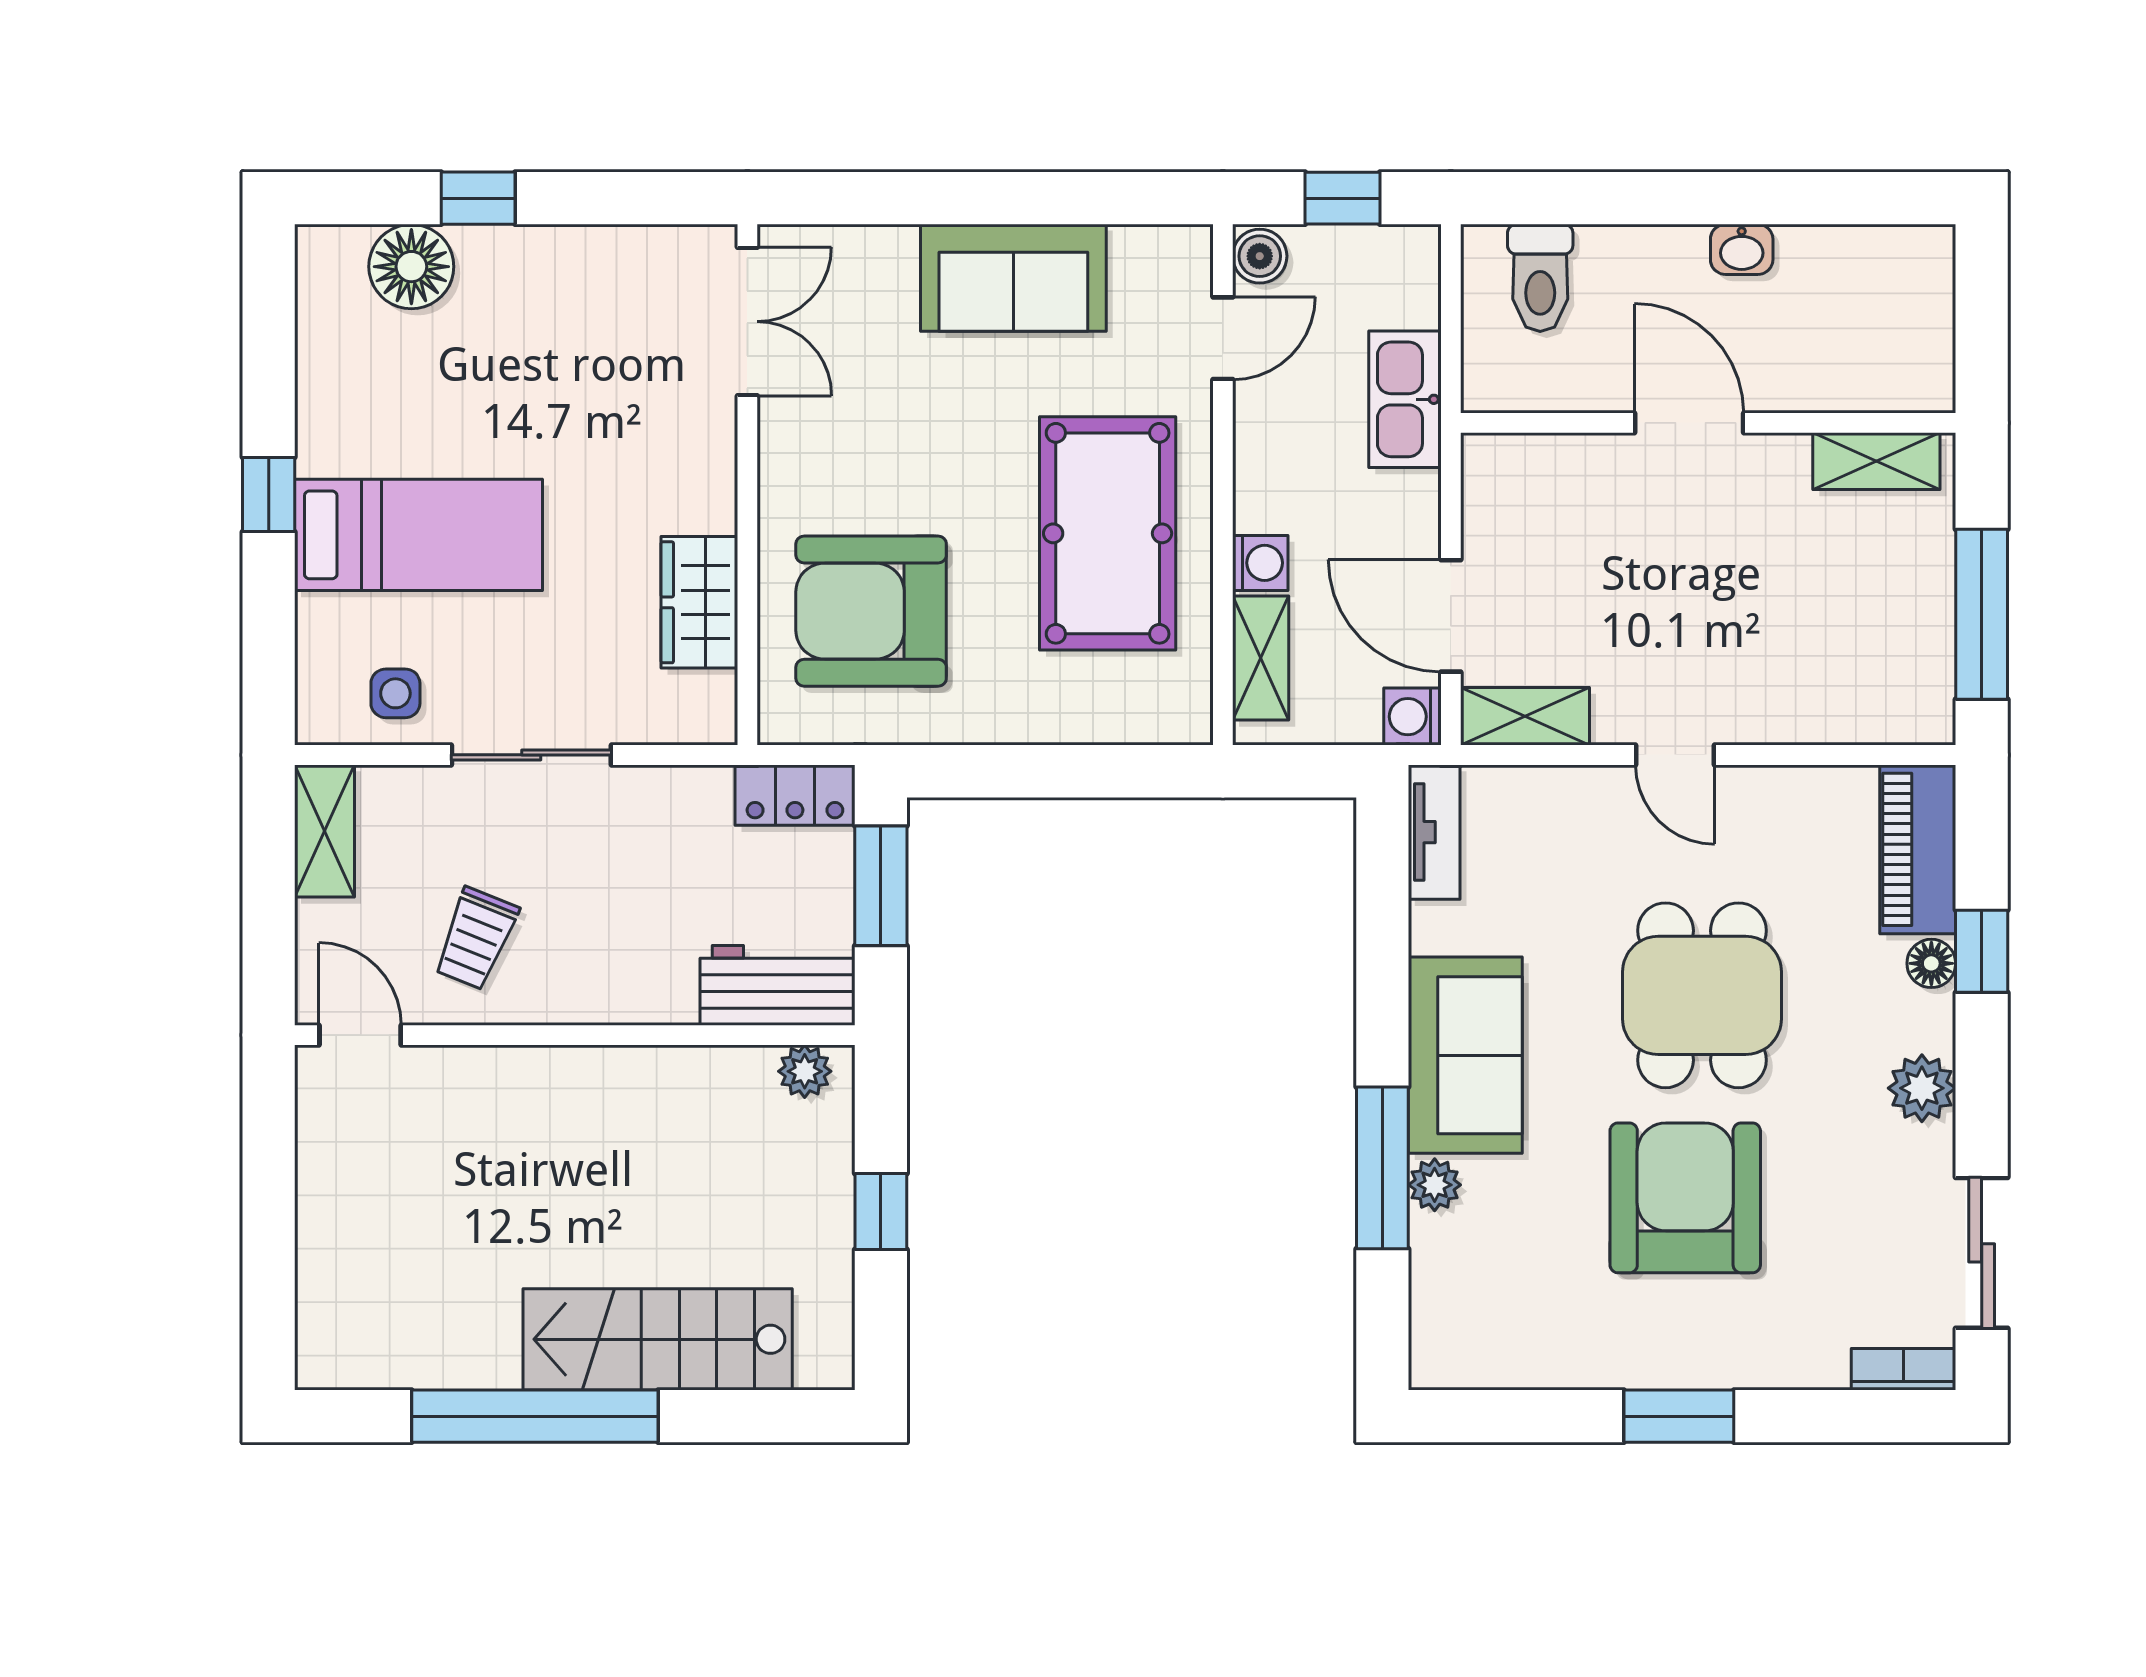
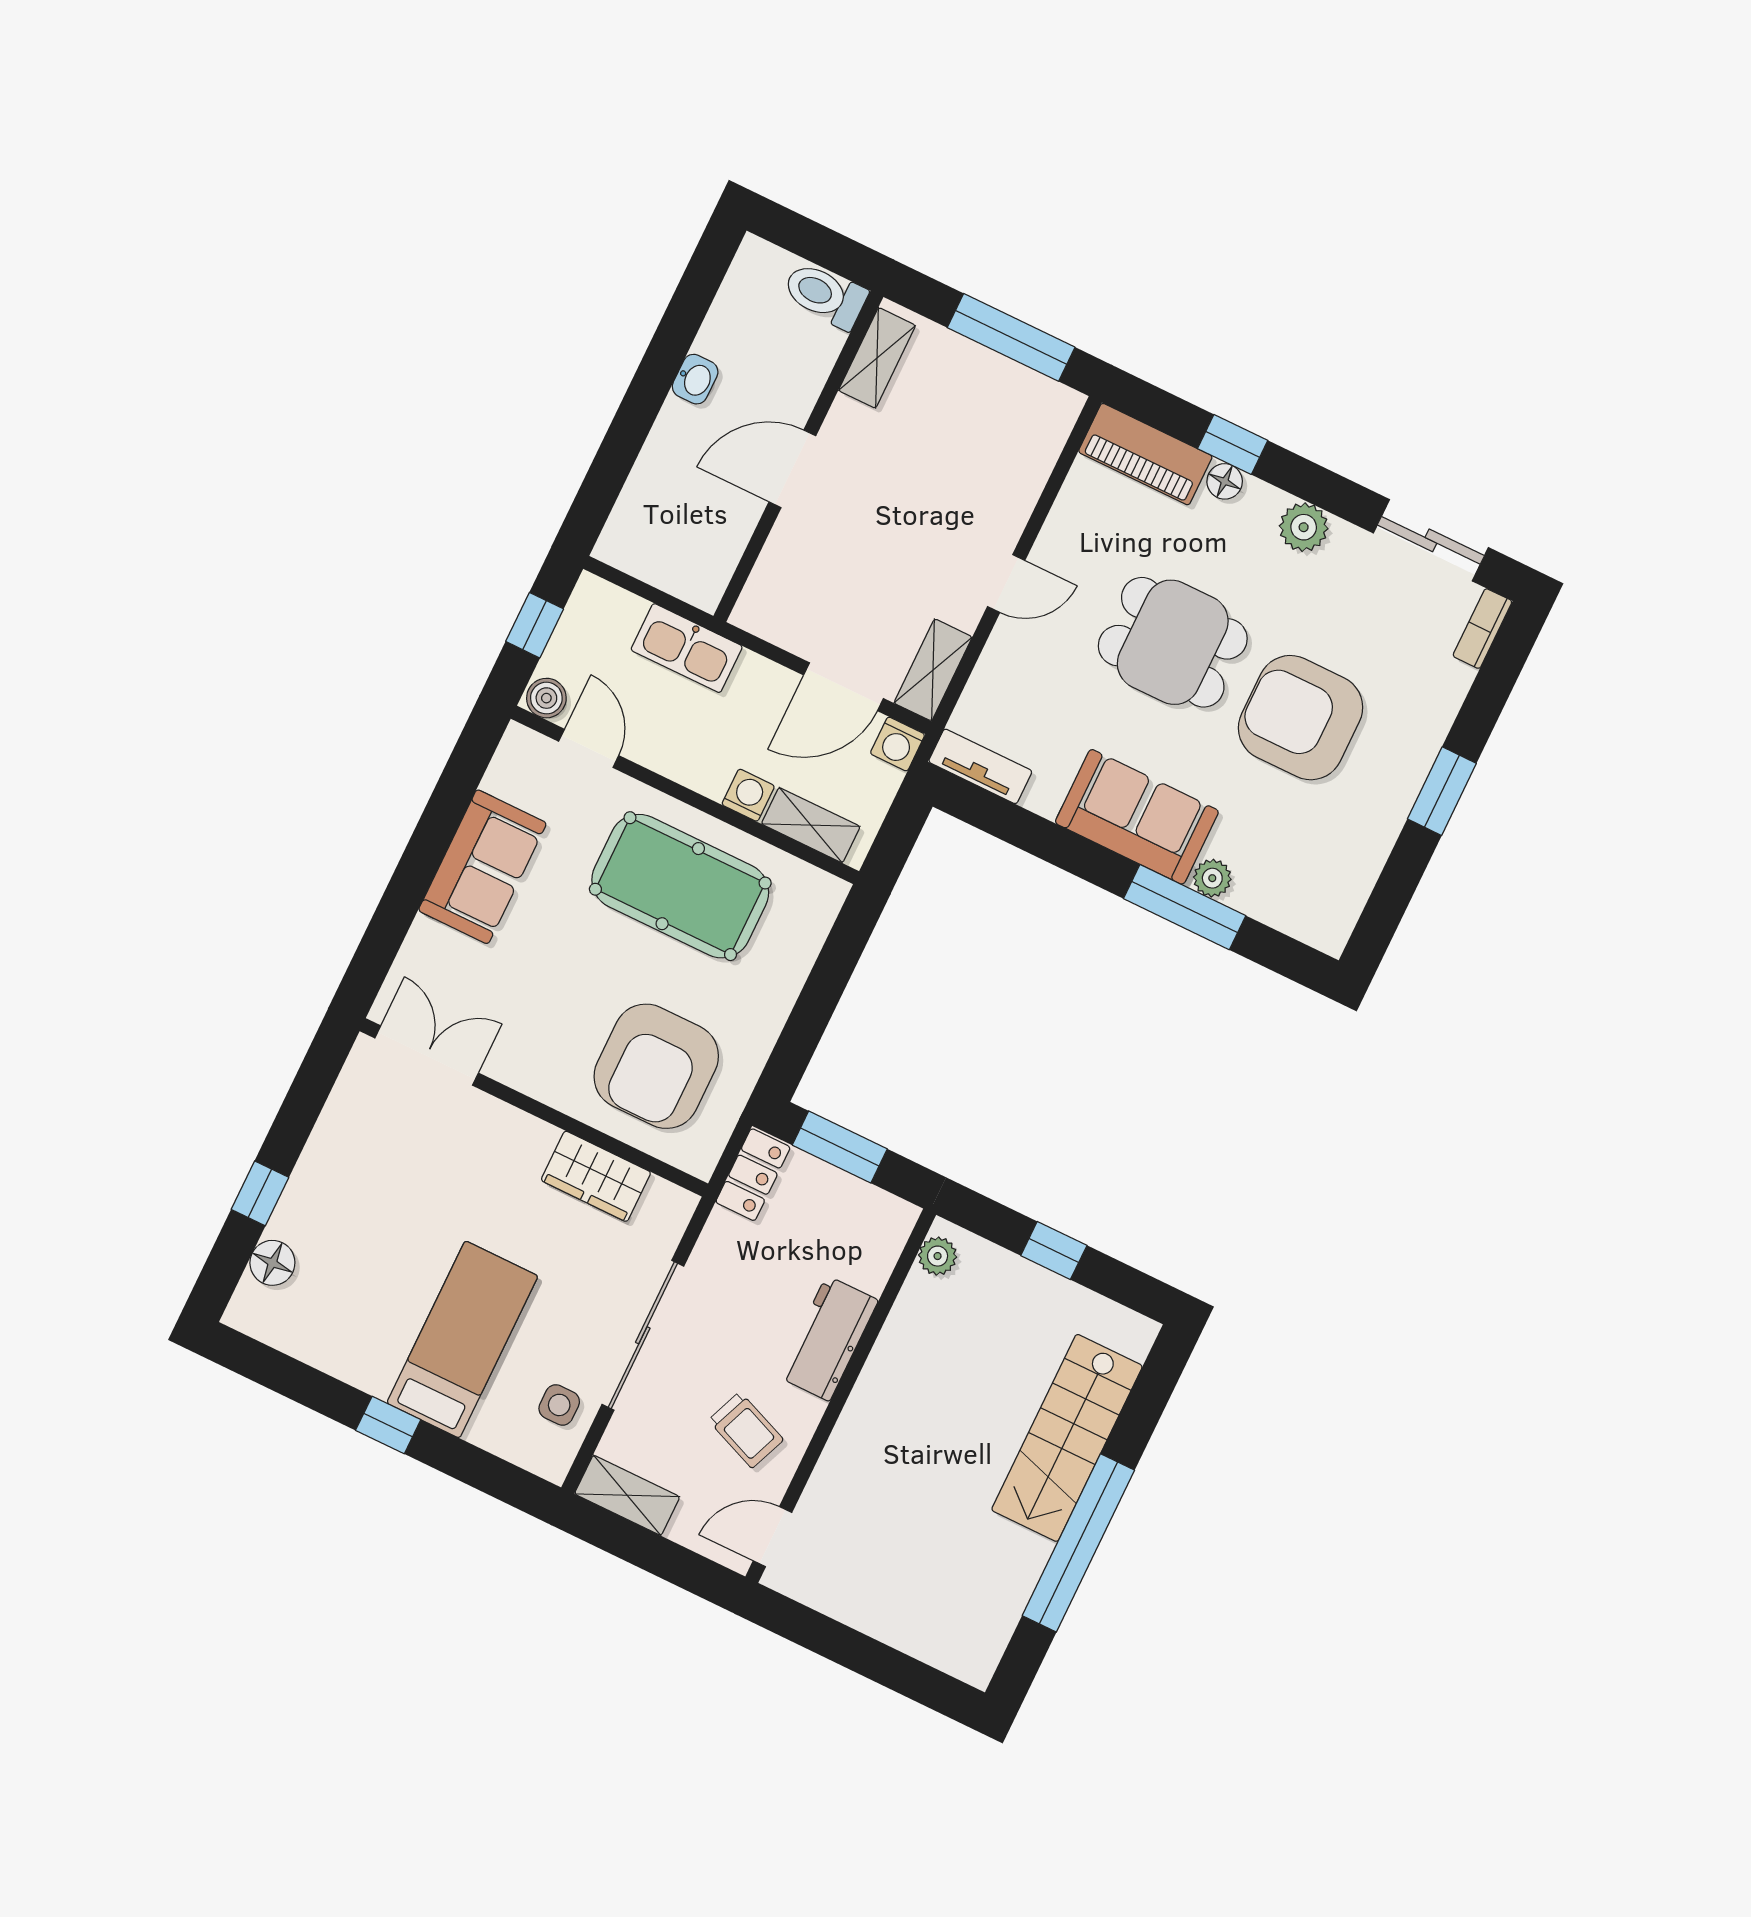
floor lamp: (411, 267) -> (272, 1263), width x0.73, depth x0.73
toilet: (1540, 278) -> (825, 295), moved, turned 180
sliding door: (531, 755) -> (643, 1335), width x1.37
workbench: (777, 985) -> (828, 1338), moved

